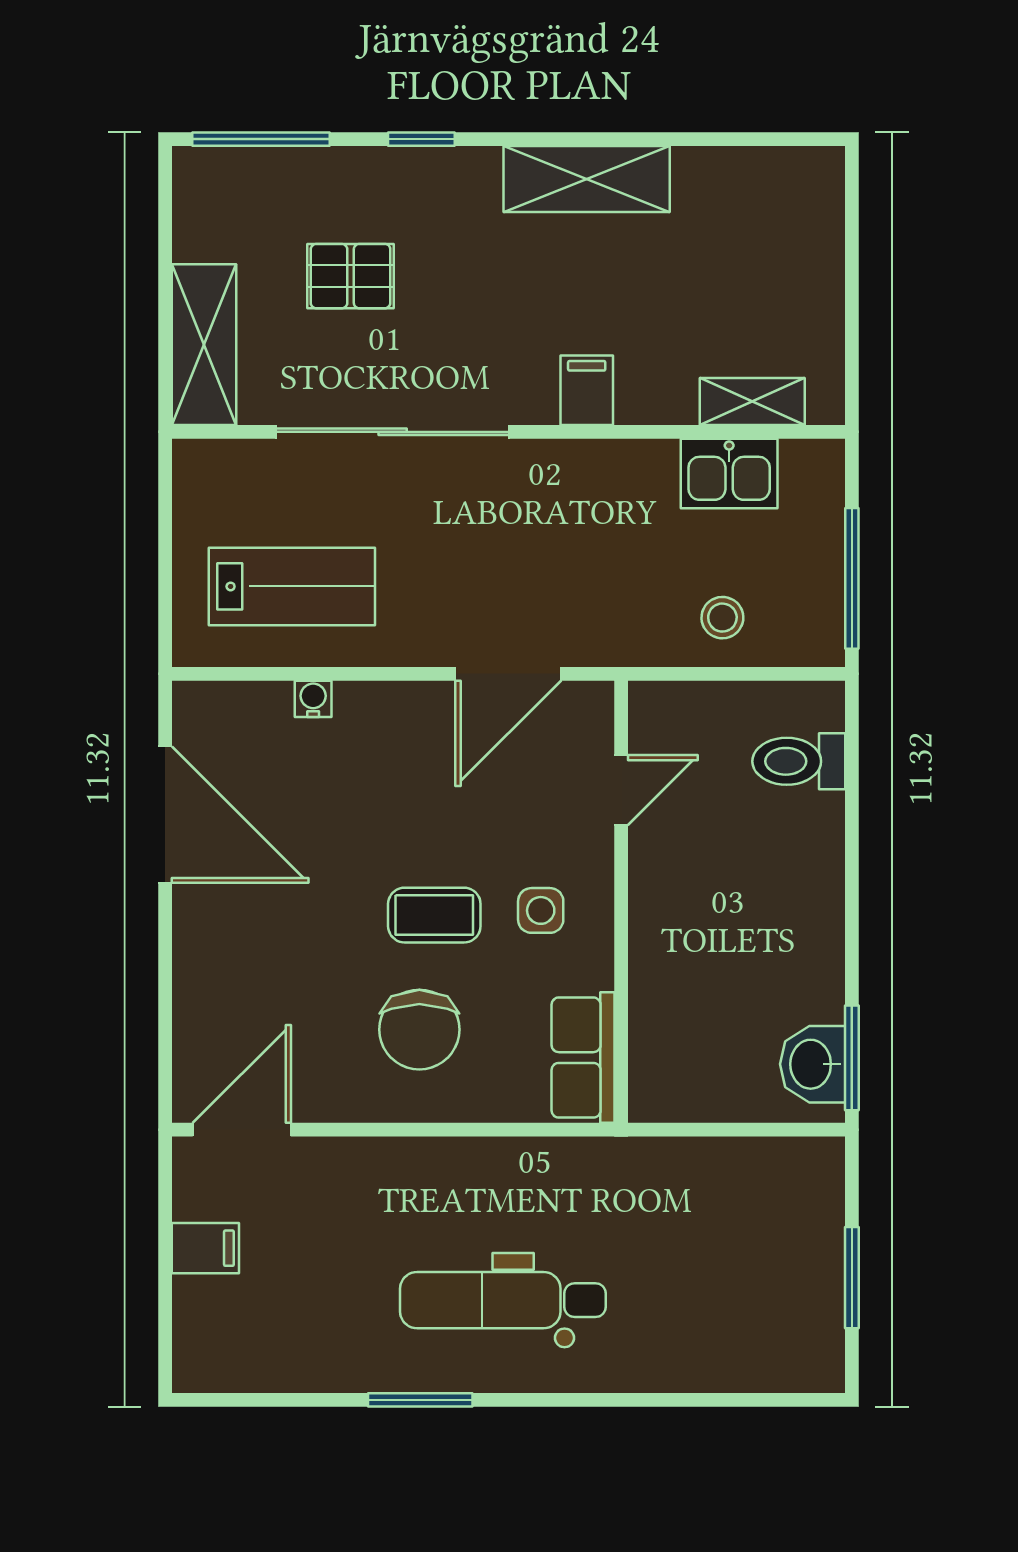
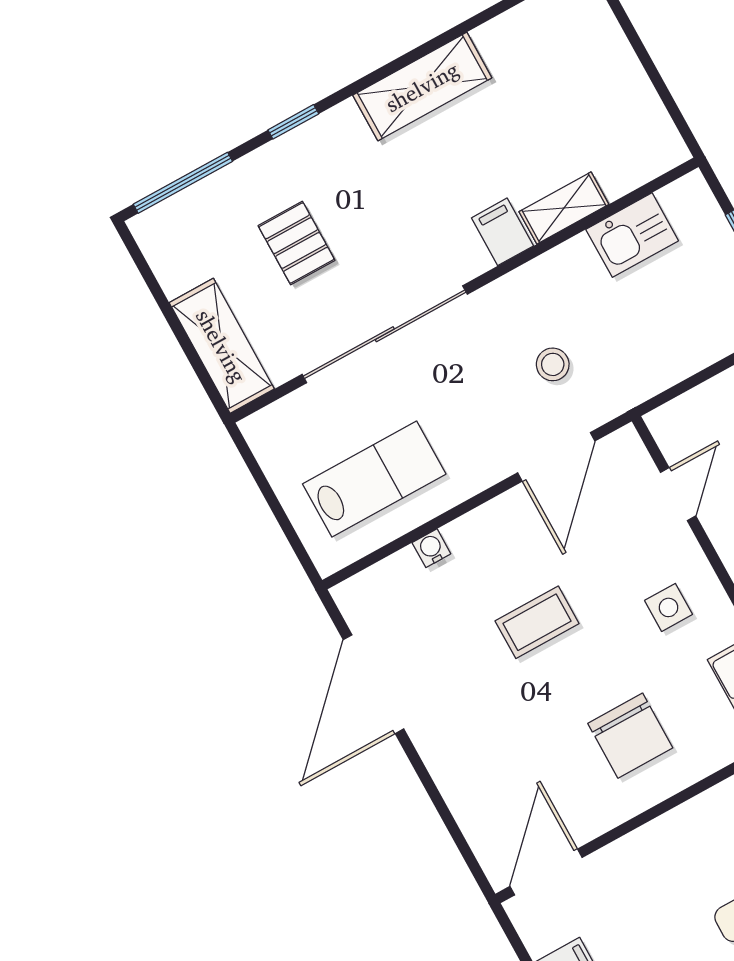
pallet: (351, 276) -> (297, 243), turned 90
shelving: (752, 401) -> (564, 208), moved
stool: (722, 618) -> (553, 364), moved
door: (165, 815) -> (374, 684), swing flipped
coffee table: (434, 915) -> (537, 622), moved

